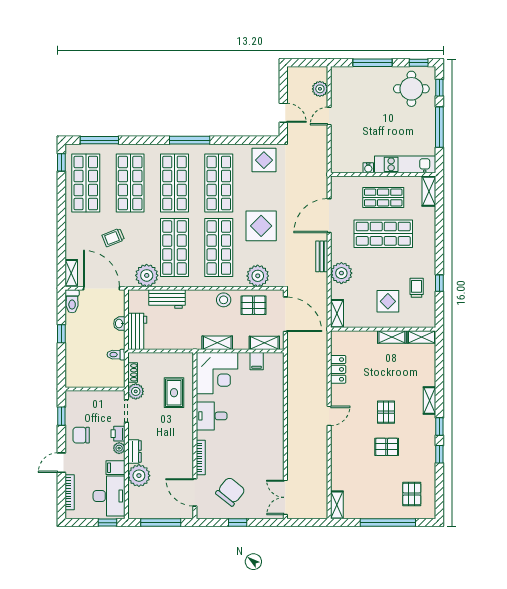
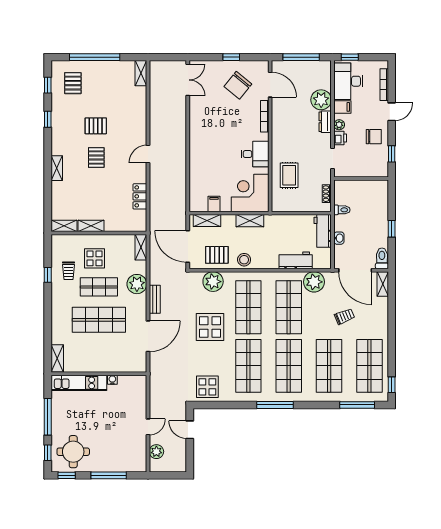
shop shelf: (383, 197) -> (99, 287), moved
plant: (136, 391) -> (324, 176), removed
window: (439, 427) -> (48, 85), moved

